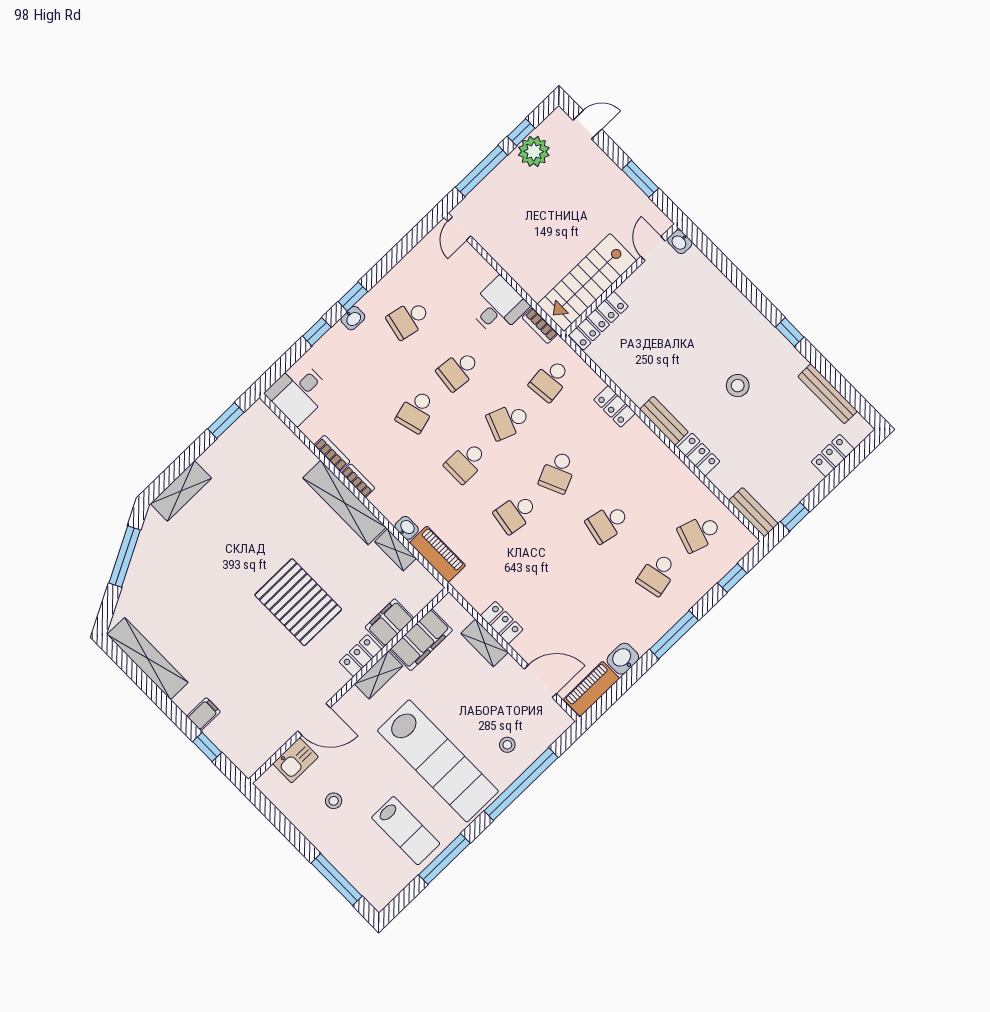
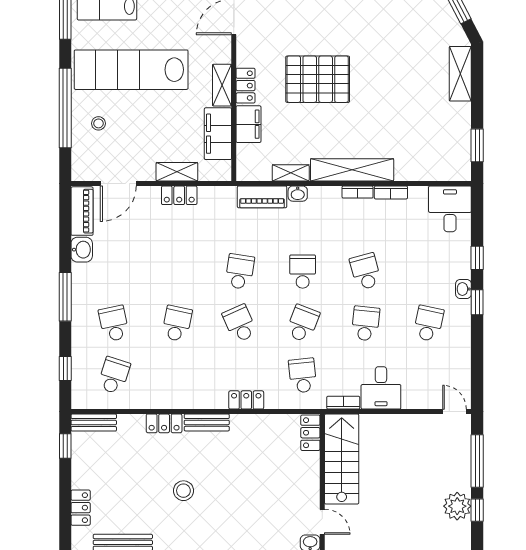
locker: (598, 321) -> (310, 433), width x0.66

